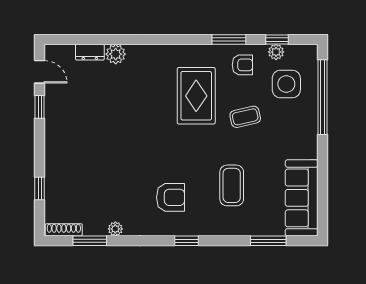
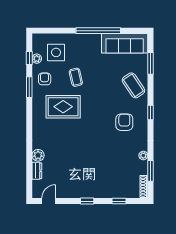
window: (323, 97) -> (98, 31), moved
window: (40, 107) -> (87, 201), moved
coffee table: (232, 185) -> (133, 85), moved, turned 56

